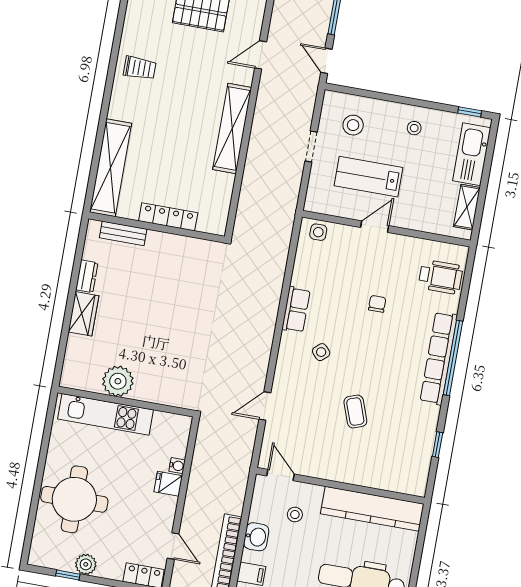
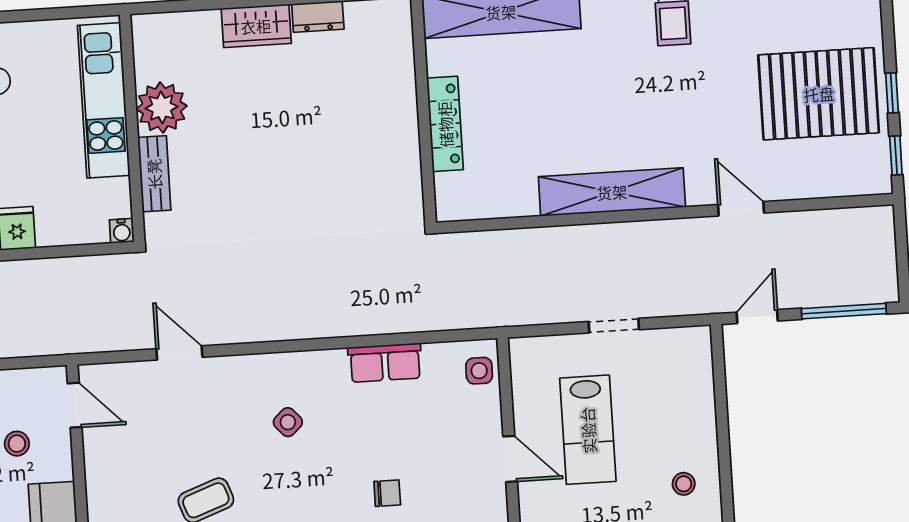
stool: (353, 125) -> (665, 385), removed
lab bench: (369, 177) -> (588, 430), turned 180
bench: (123, 233) -> (154, 174), moved
row of seats: (296, 310) -> (385, 363), moved
water cooler: (177, 466) -> (122, 231), moved
door: (281, 475) -> (75, 405), hinge flipped

